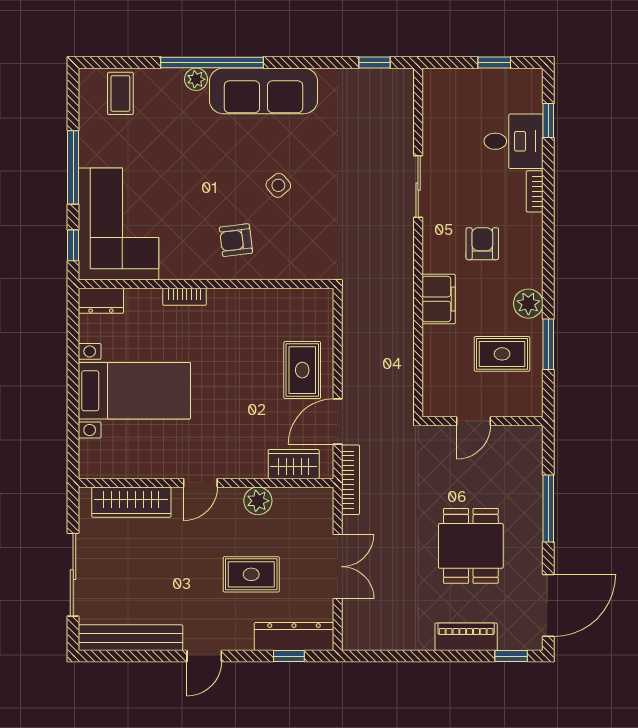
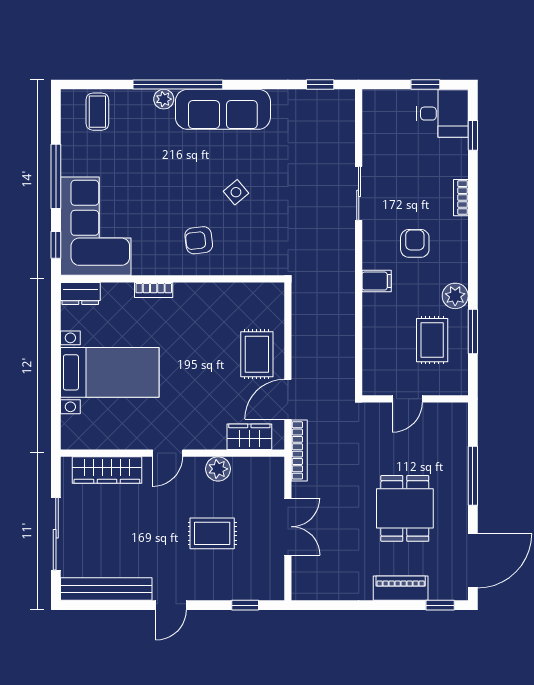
desk: (514, 141) -> (442, 114), moved
filing cabinet: (439, 299) -> (377, 281), width x0.50
rug: (502, 354) -> (432, 340), turned 90
dresser: (294, 637) -> (250, 588), removed

